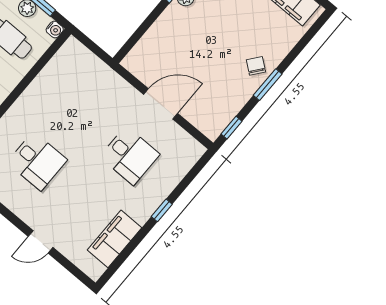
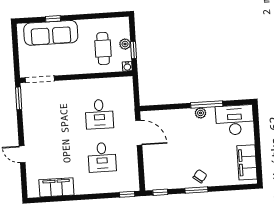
door: (161, 104) -> (139, 133), moved
desk: (37, 161) -> (99, 114), moved
window: (162, 210) -> (127, 194), moved

